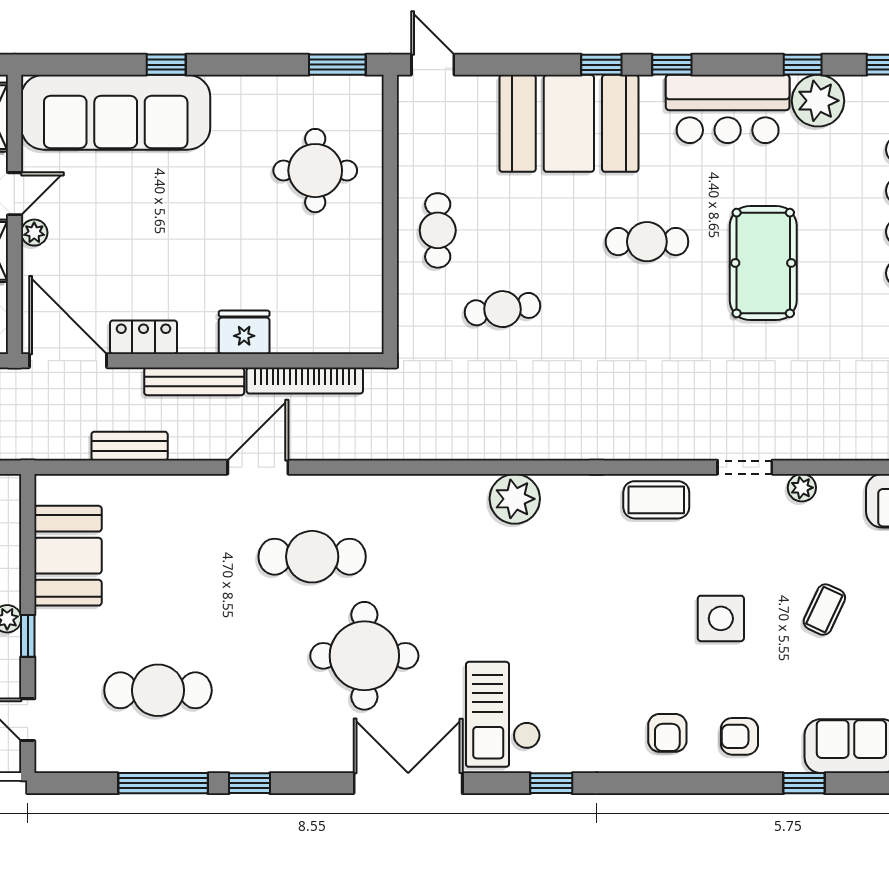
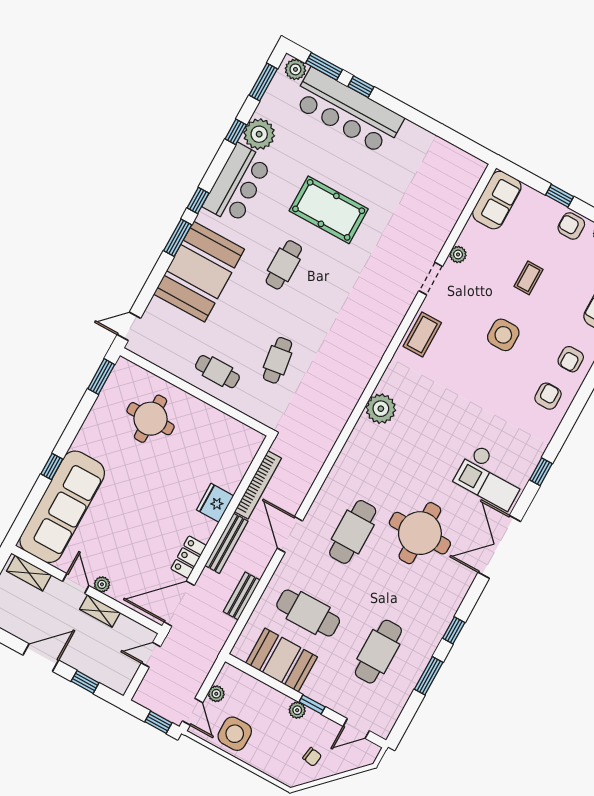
window: (601, 65) -> (178, 238), width x1.50
cafe table: (158, 557) -> (308, 613), added
coffee table: (824, 610) -> (529, 278), turned 65
armchair: (667, 733) -> (548, 396), turned -90
window: (163, 783) -> (429, 676), width x0.69

